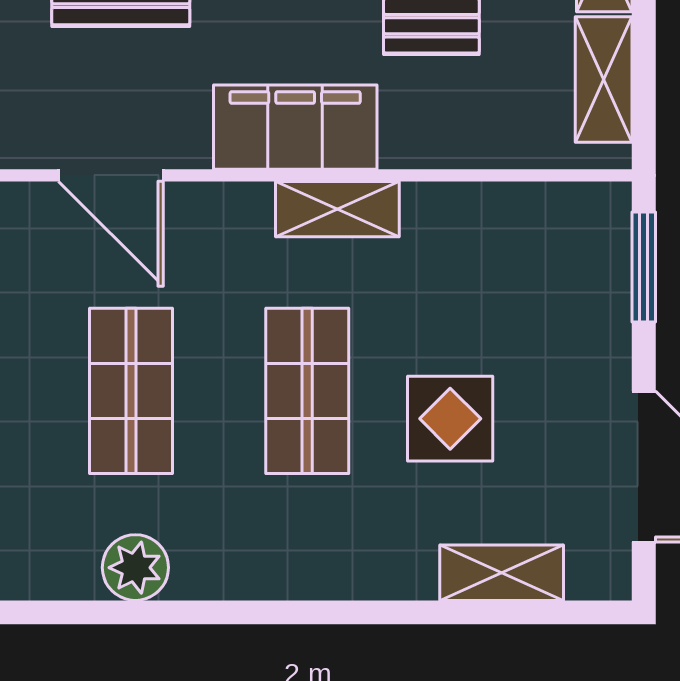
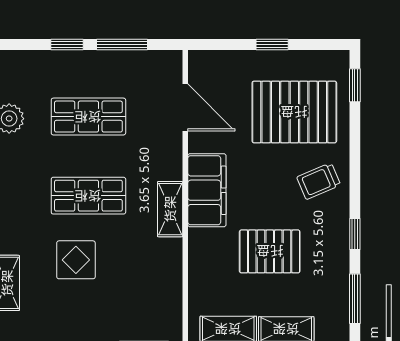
door: (111, 175) -> (185, 107), swing flipped

